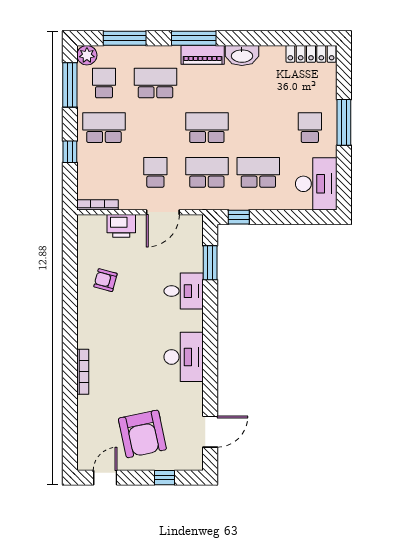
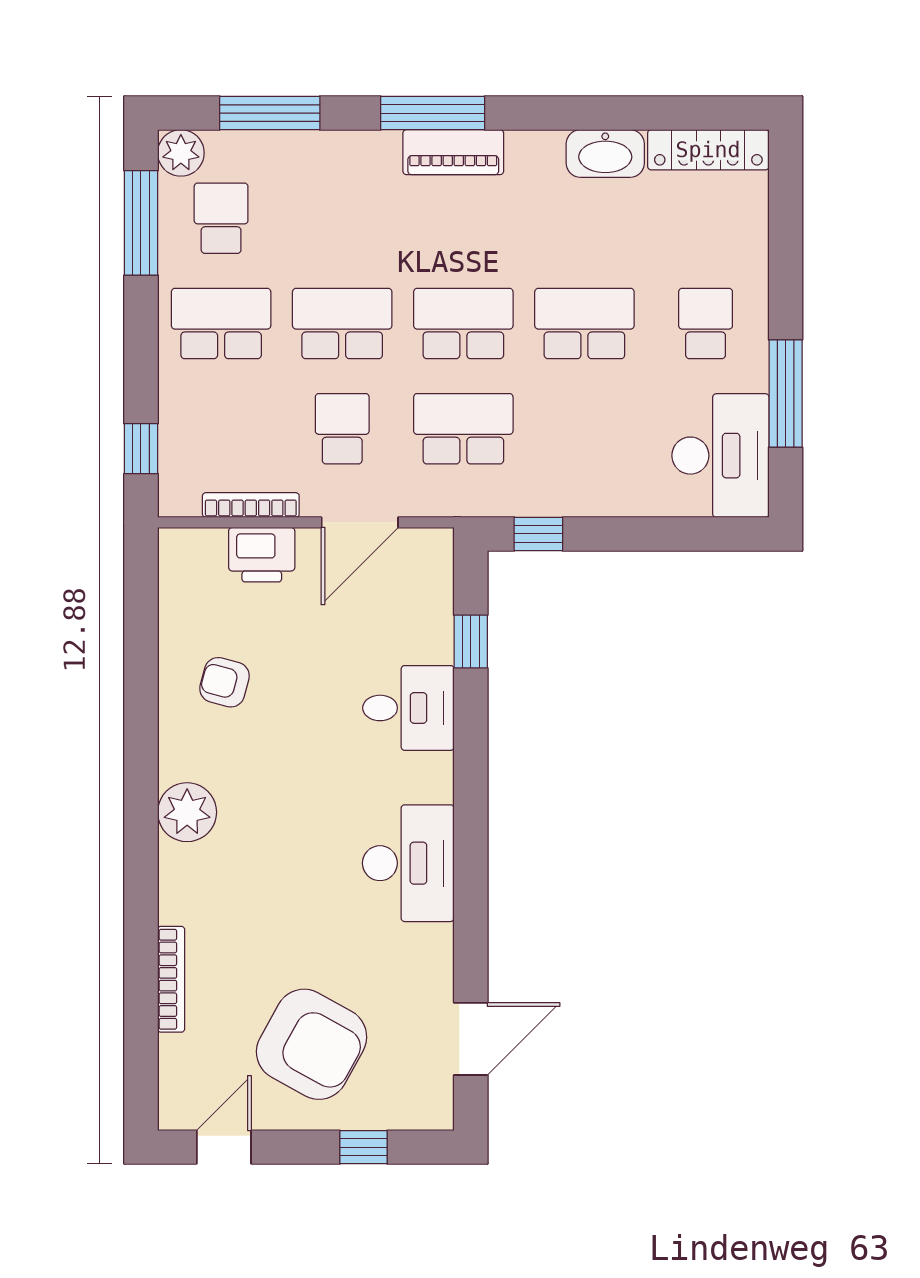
washbasin: (242, 55) -> (605, 153), moved
school desk: (155, 83) -> (342, 324), moved
window: (344, 122) -> (786, 394), moved
window: (70, 152) -> (141, 449), moved
school desk: (258, 172) -> (584, 324), moved
bookcase: (98, 205) -> (251, 505), moved
window: (210, 263) -> (471, 641), width x0.67
plant: (90, 335) -> (187, 812), added
bookcase: (83, 372) -> (171, 979), moved
armchair: (142, 434) -> (312, 1044), turned -49

